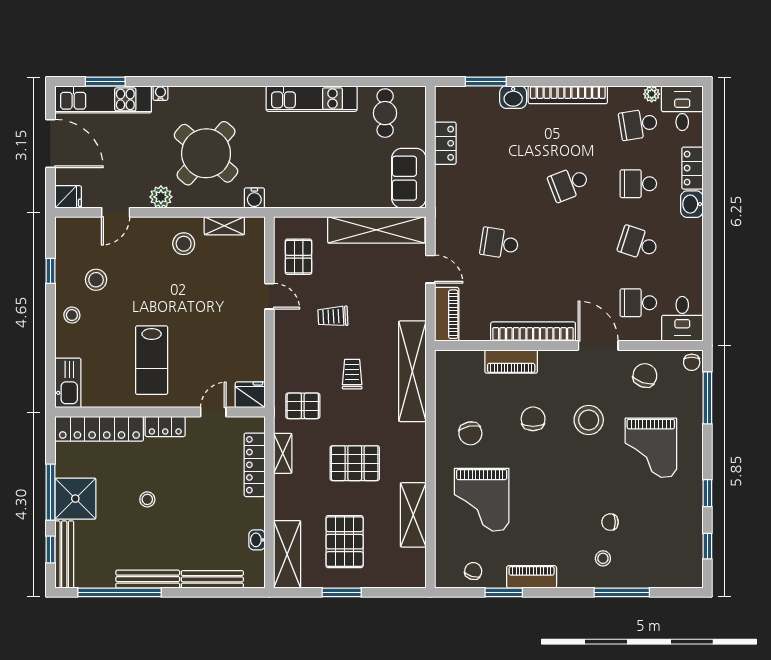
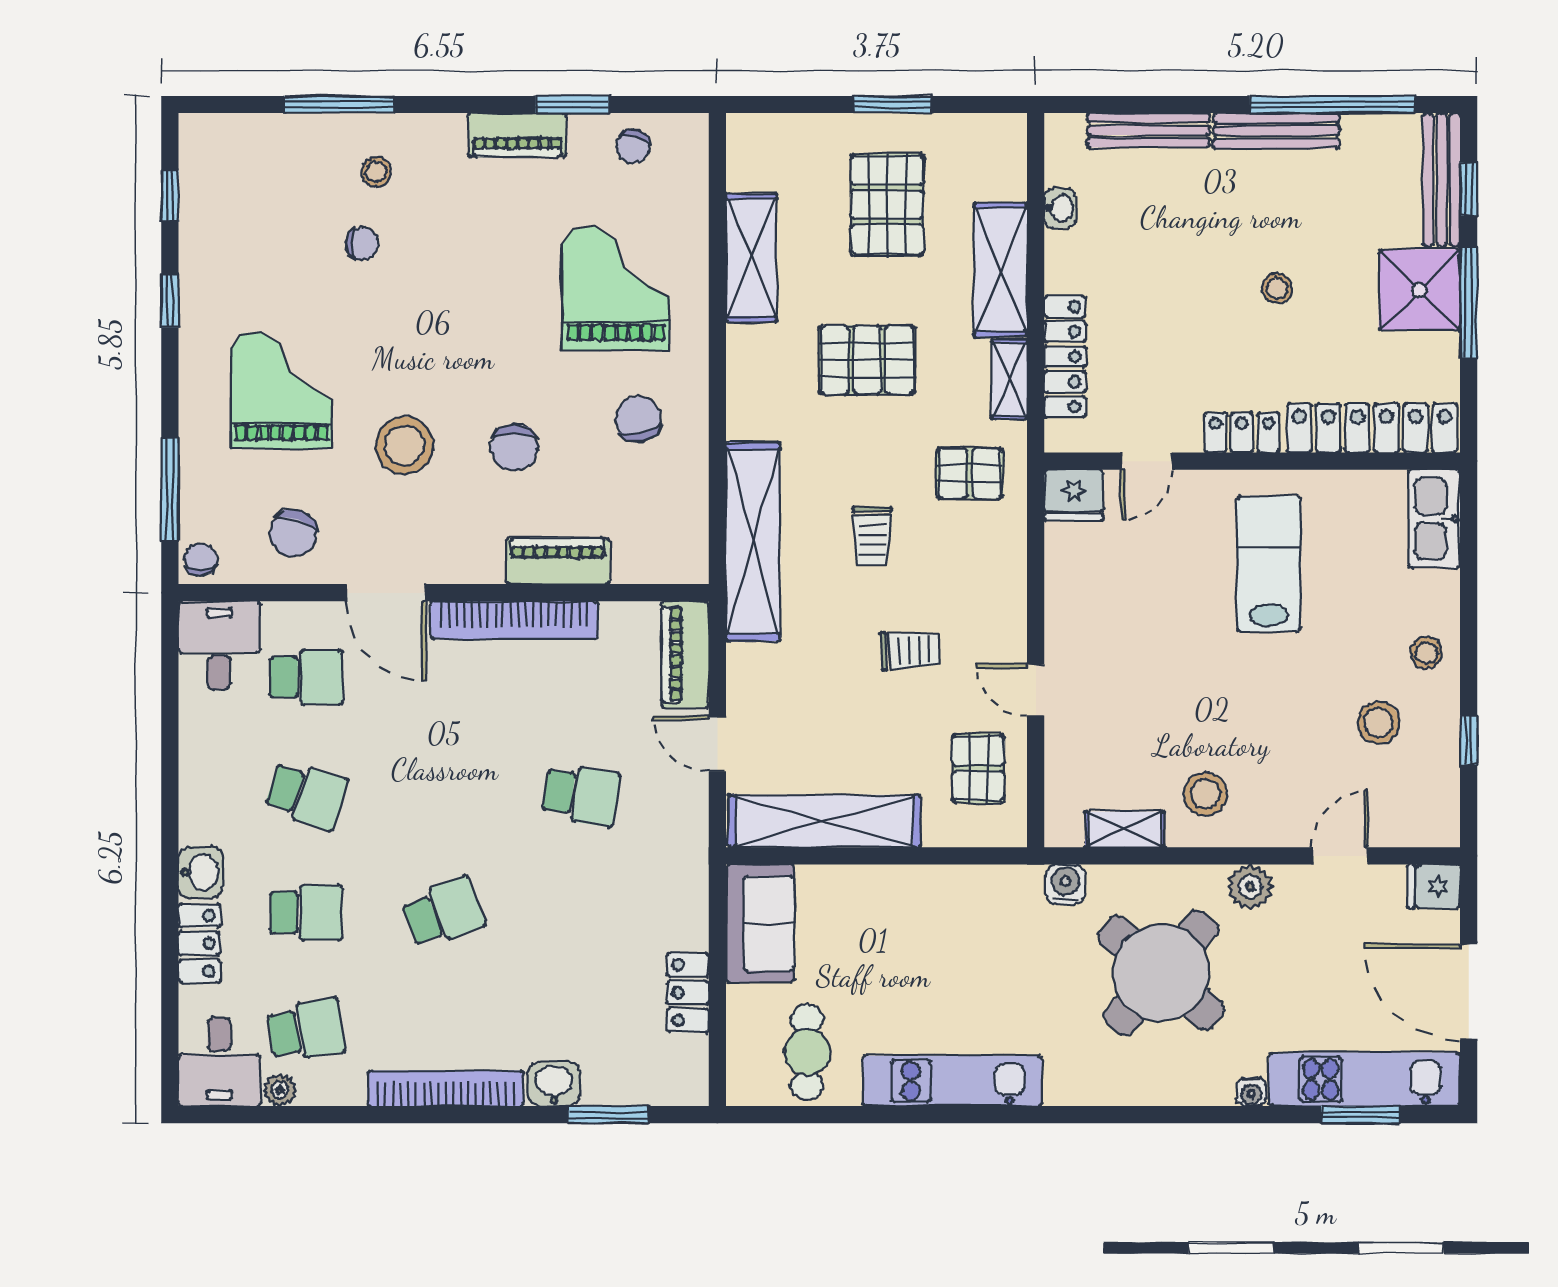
shelving: (287, 554) -> (1001, 270), moved

